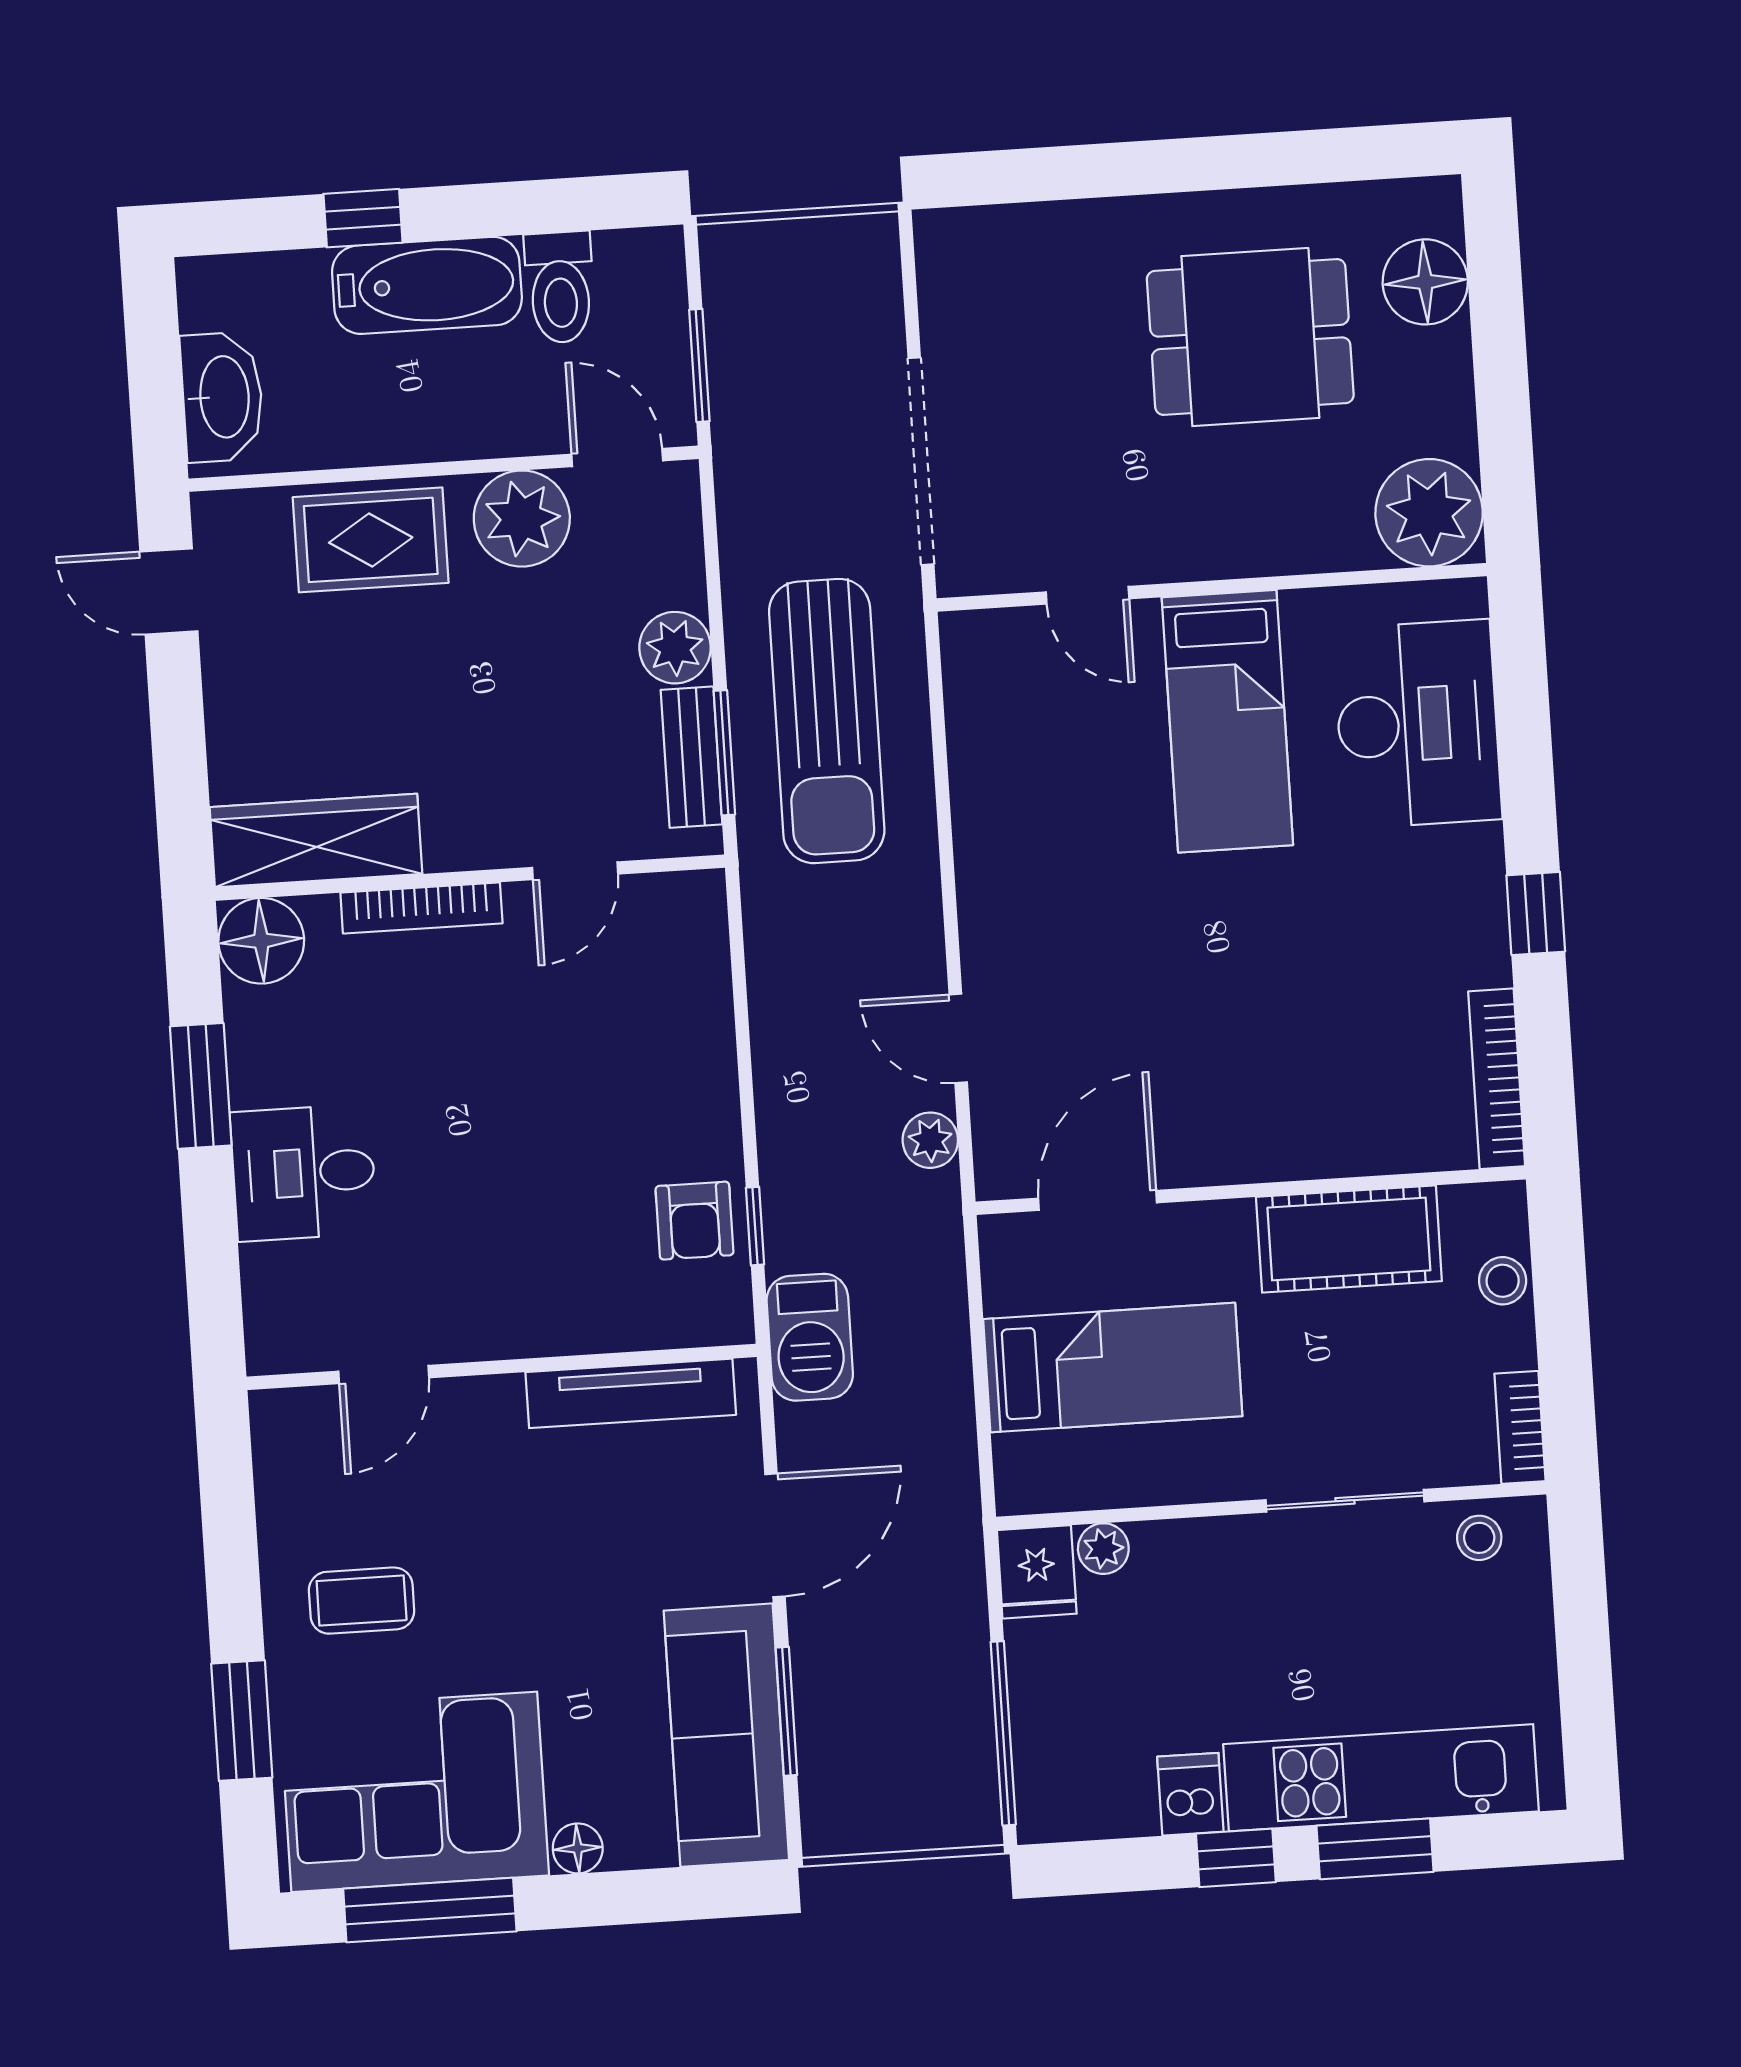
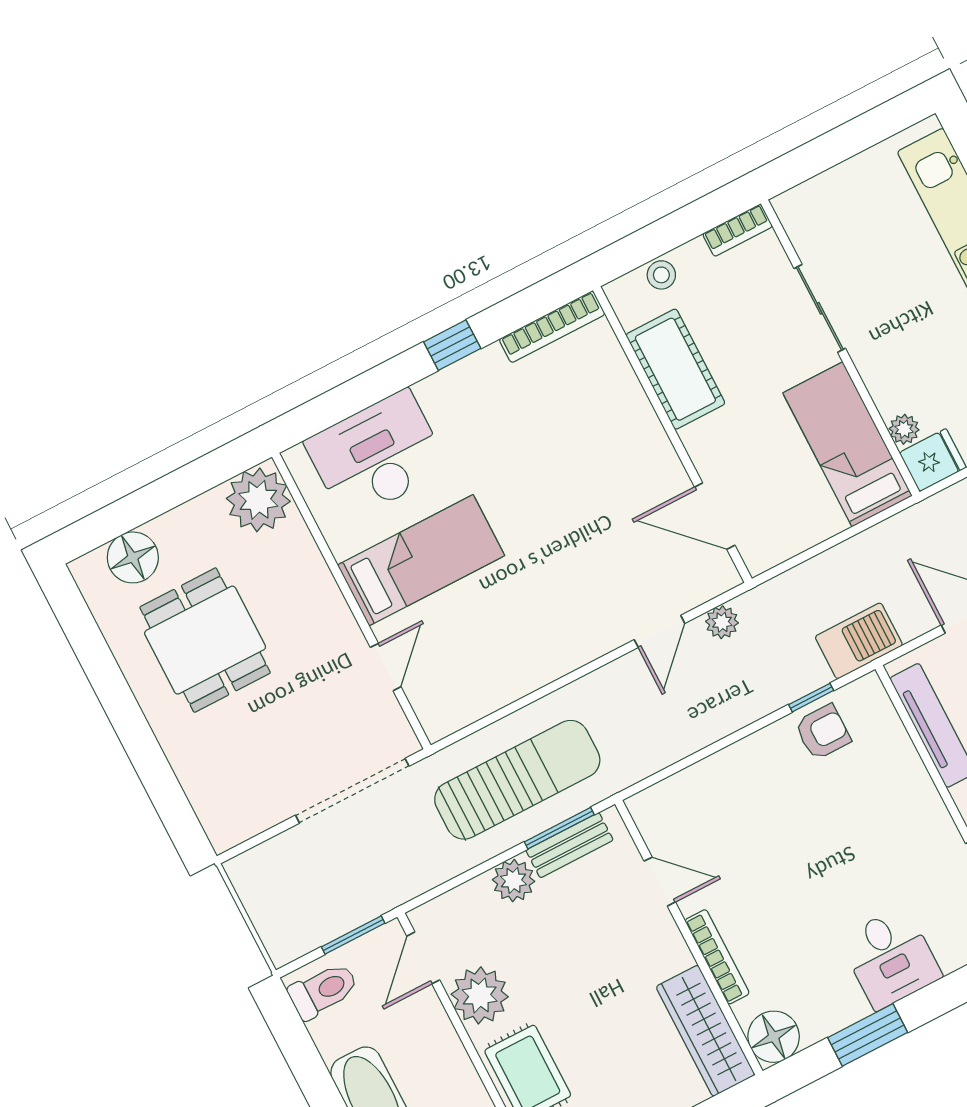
toilet: (560, 287) -> (323, 991), moved
bed: (1113, 1368) -> (847, 444), moved
stool: (1479, 1538) -> (808, 226), removed

